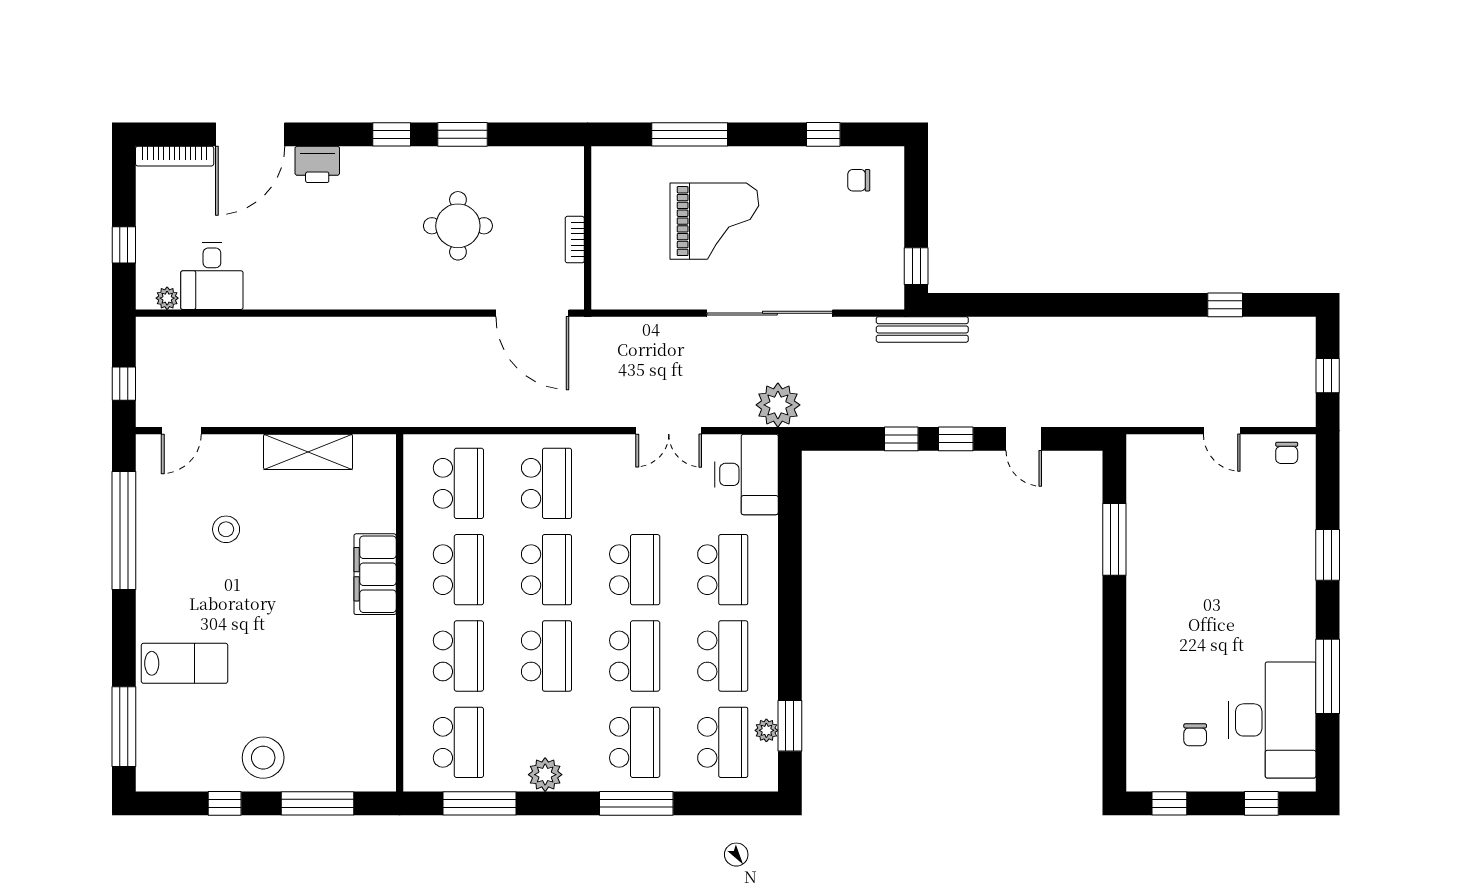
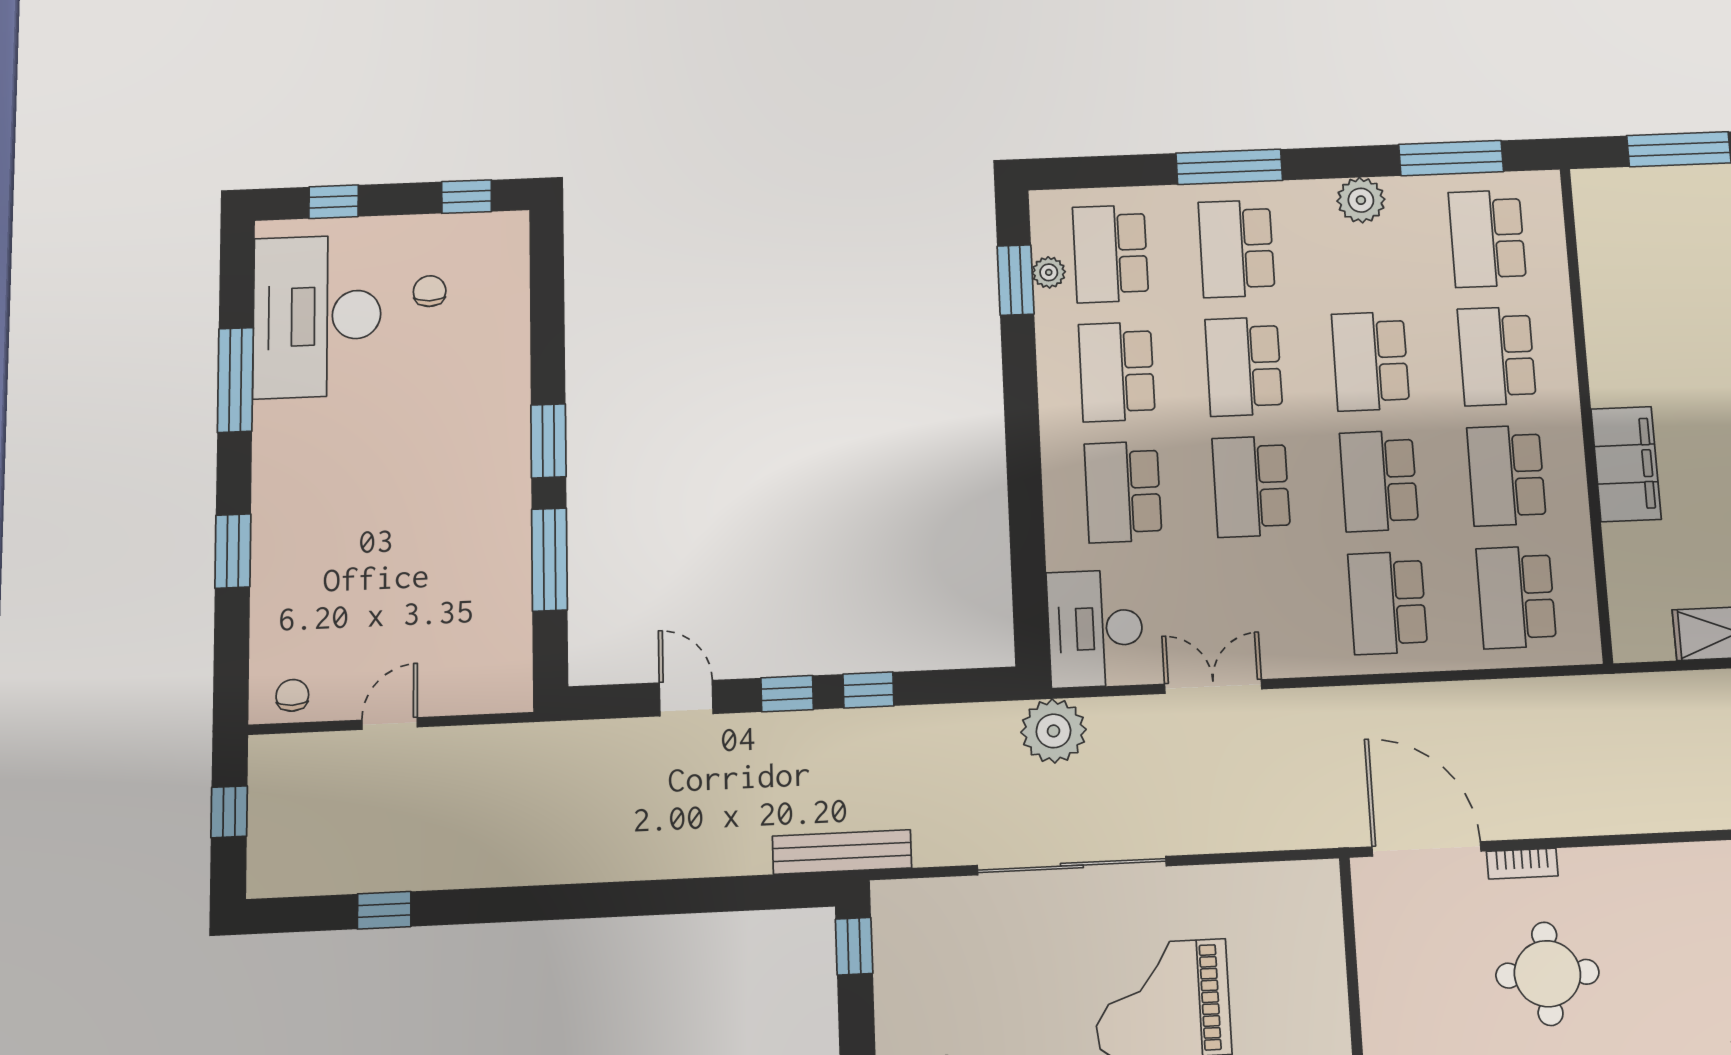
bookcase: (575, 240) -> (1522, 864), moved, turned 90
door: (1222, 431) -> (390, 723), hinge flipped
window: (1114, 623) -> (548, 441), added

